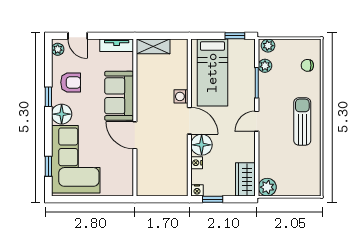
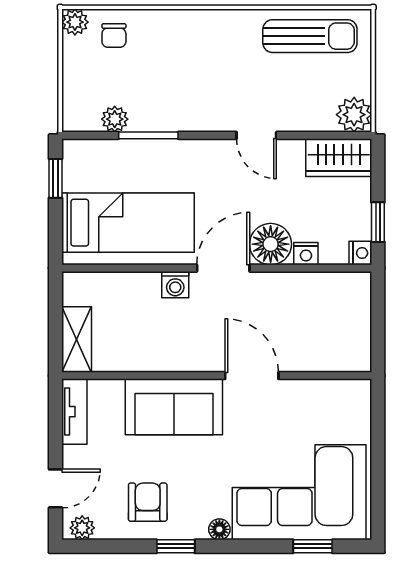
plant: (268, 46) -> (75, 22), moved
floor lamp: (62, 114) -> (219, 529), width x0.53, depth x0.53
door: (257, 121) -> (256, 135), moved
sun lounger: (302, 121) -> (310, 36), moved, turned 180
door: (135, 135) -> (252, 376), swing flipped

